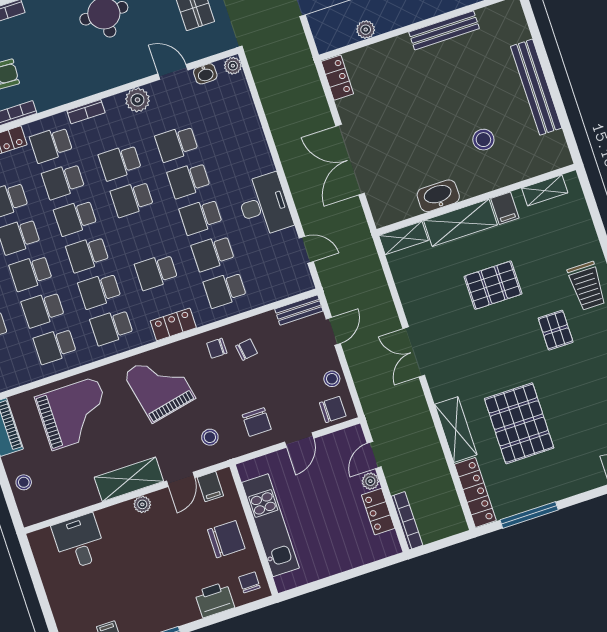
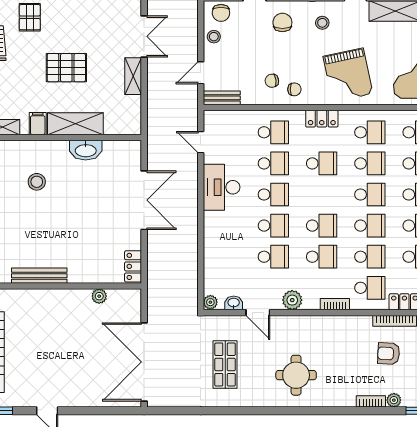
shelving: (403, 238) -> (133, 76), moved, turned 90
chair: (333, 409) -> (221, 13), turned -90

